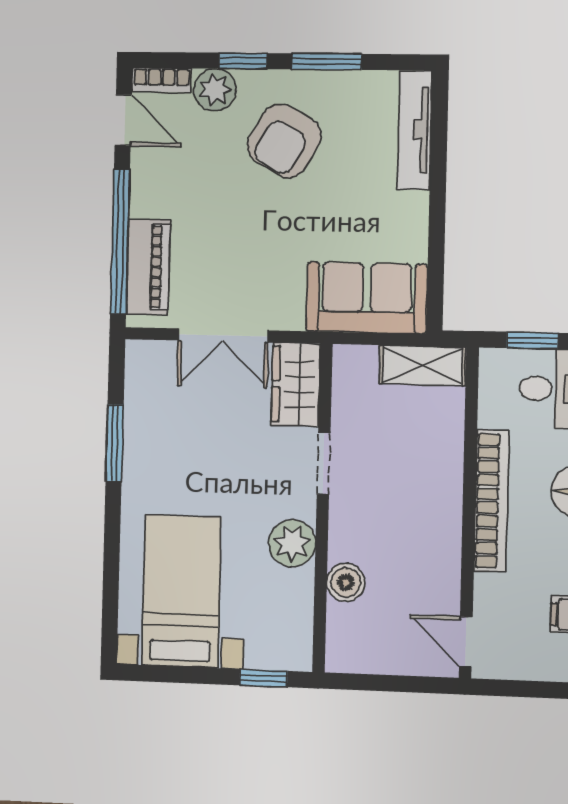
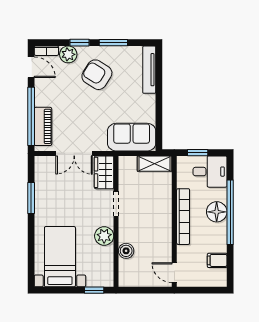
armchair: (284, 141) -> (97, 75), turned 92

